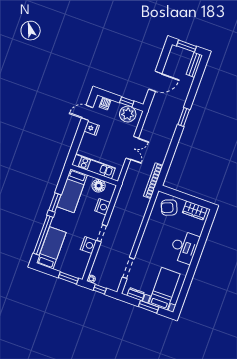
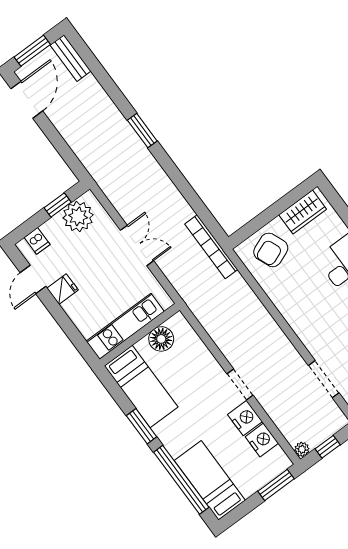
door: (155, 81) -> (27, 100), moved
nightstand: (103, 207) -> (262, 440), moved

